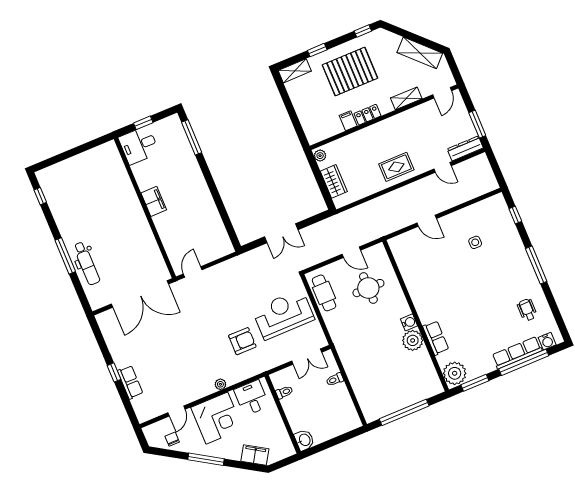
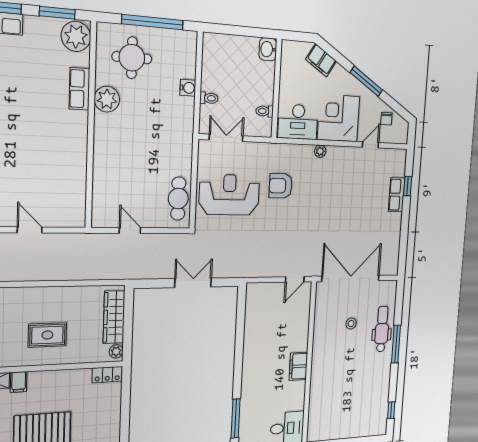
locker: (367, 115) -> (107, 375), moved
filing cabinet: (348, 121) -> (19, 382), moved
rug: (396, 167) -> (47, 335), moved
wardrobe: (334, 181) -> (114, 317), width x1.50
stool: (120, 256) -> (351, 324), added
round table: (368, 288) -> (132, 58), moved
reception desk: (283, 314) -> (229, 195), turned 180
water cooler: (409, 322) -> (188, 88), moved, turned 180
window: (114, 372) -> (408, 186), moved
desk: (252, 398) -> (298, 122), width x1.37

